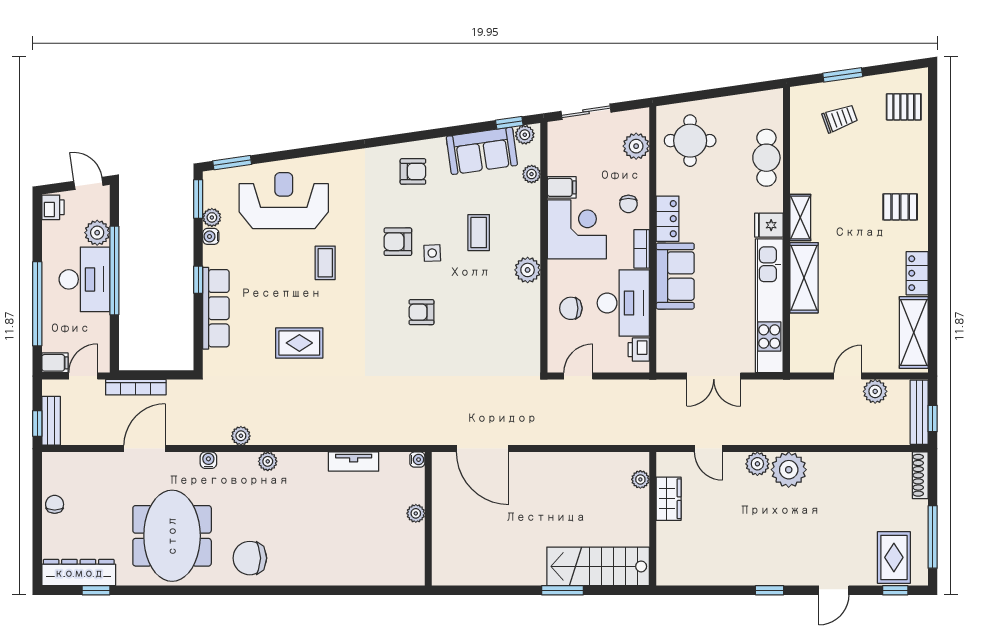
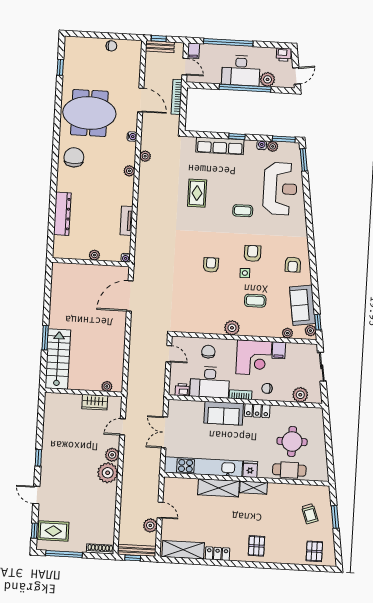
round table: (690, 141) -> (292, 441), moved
dresser: (79, 573) -> (62, 214), moved

